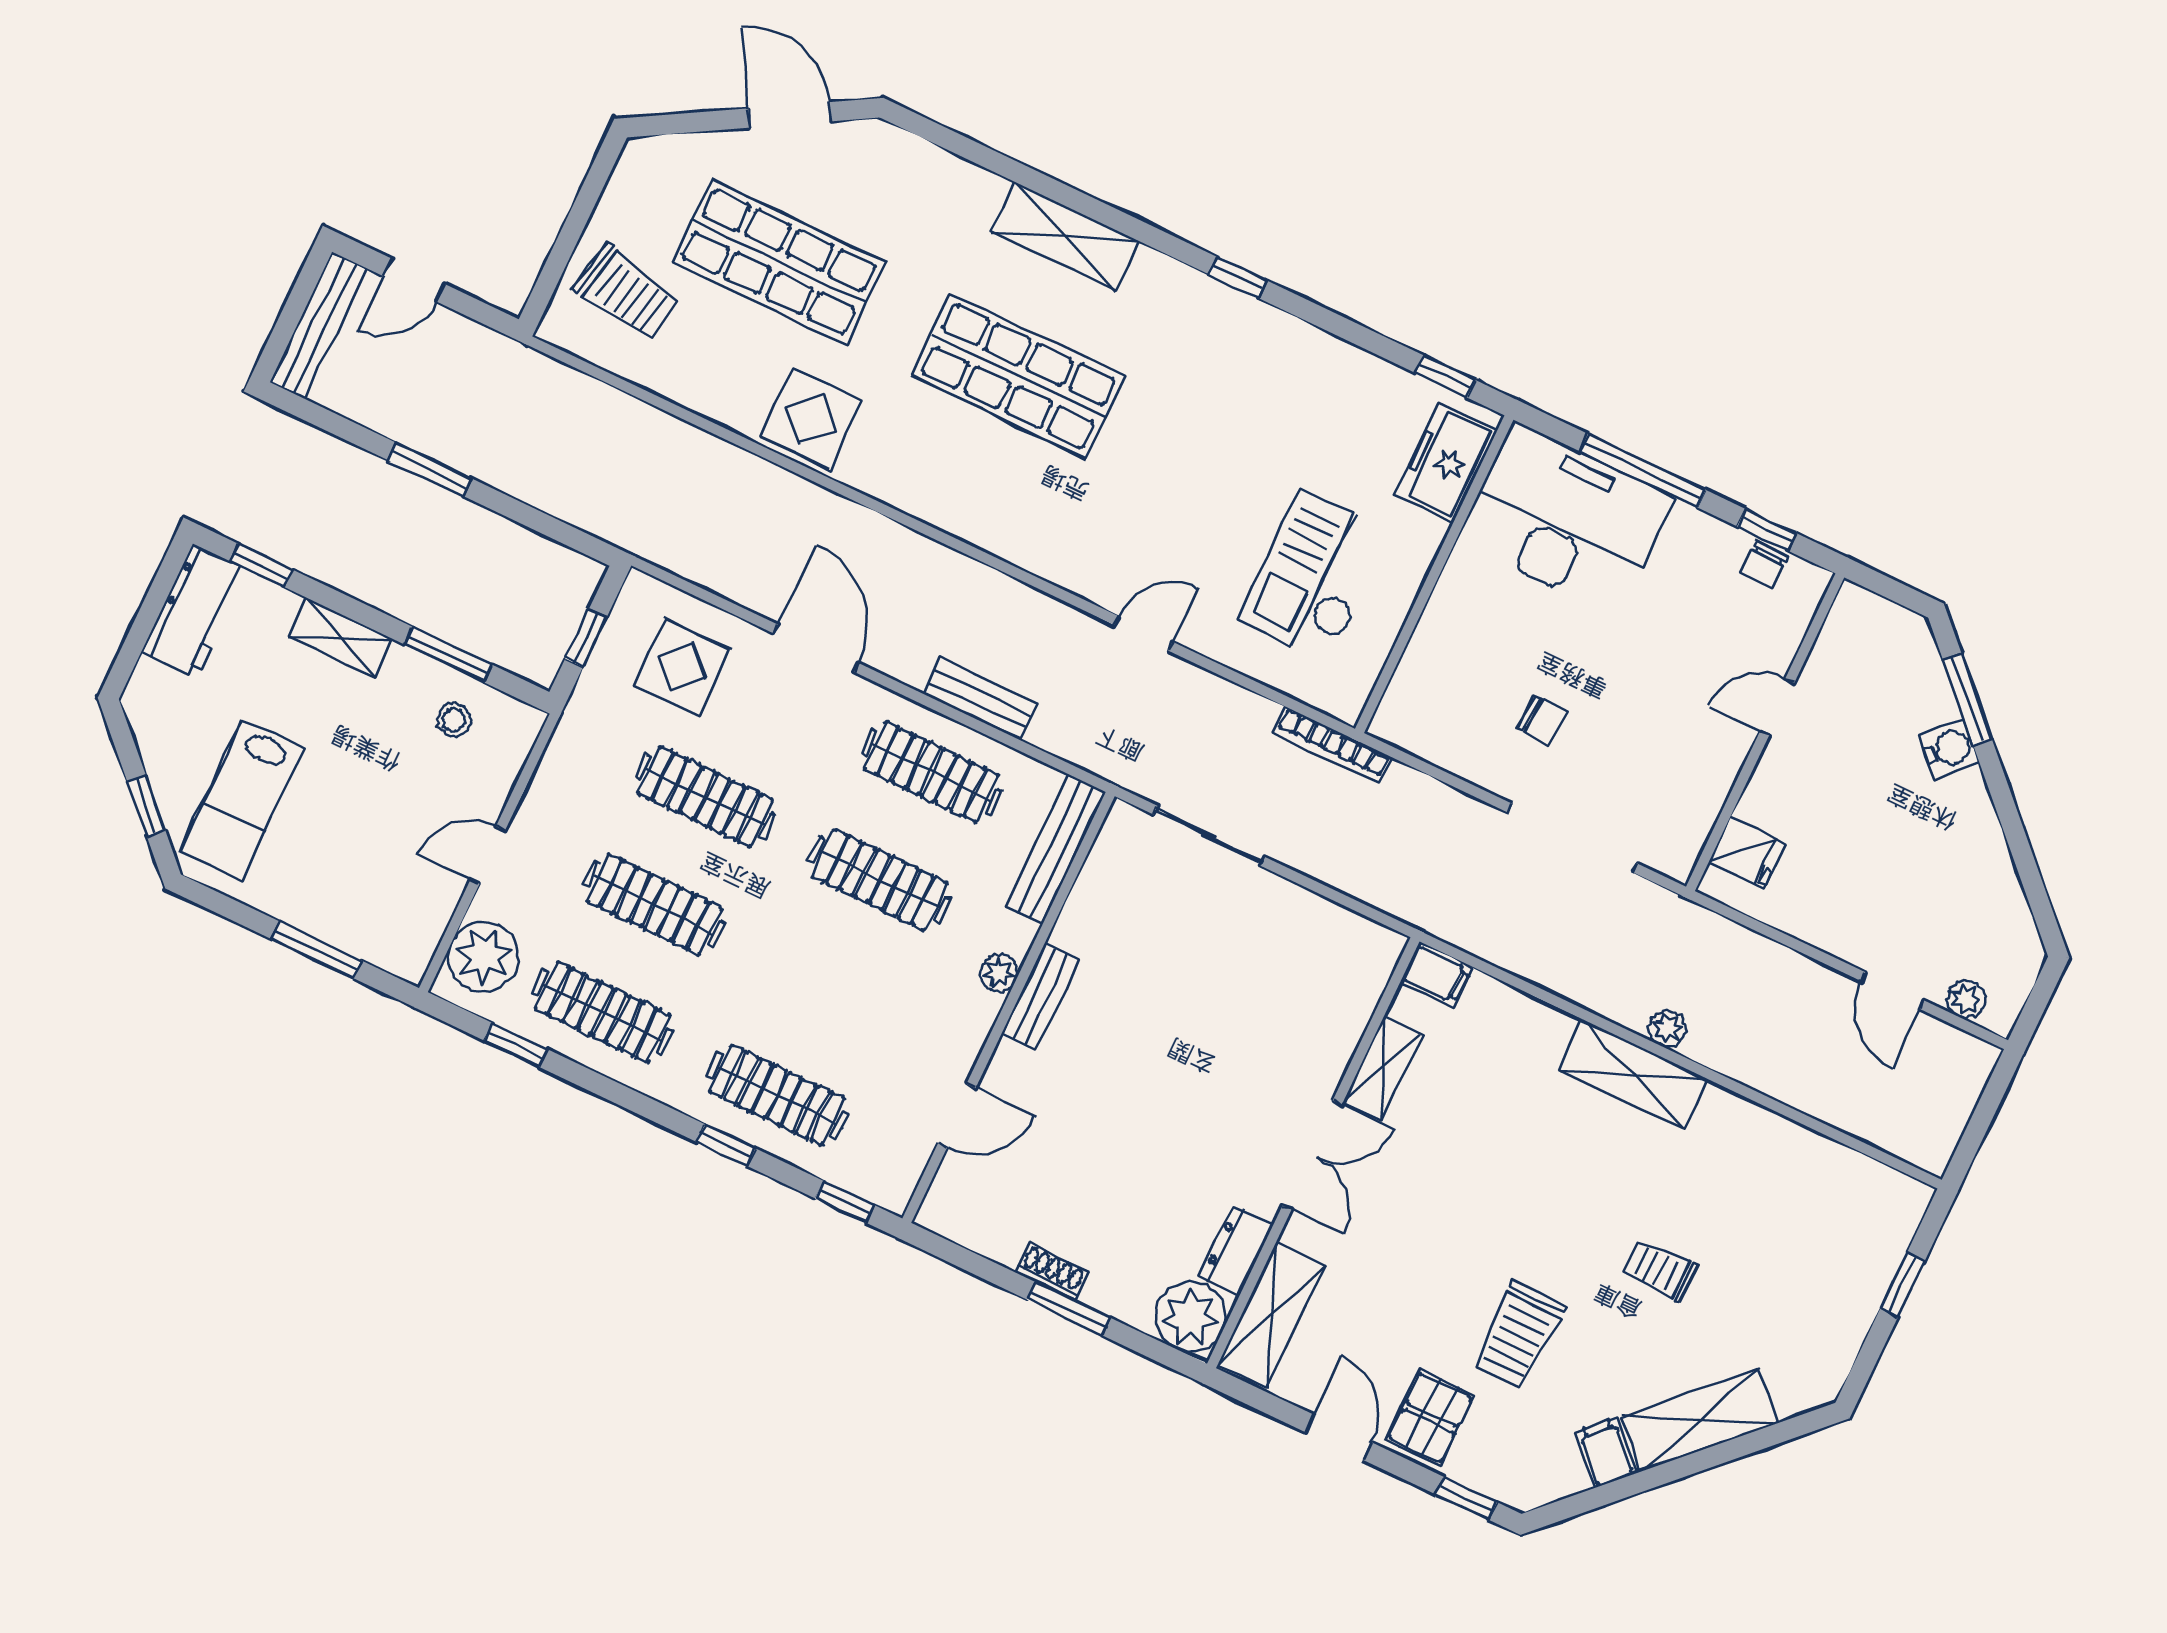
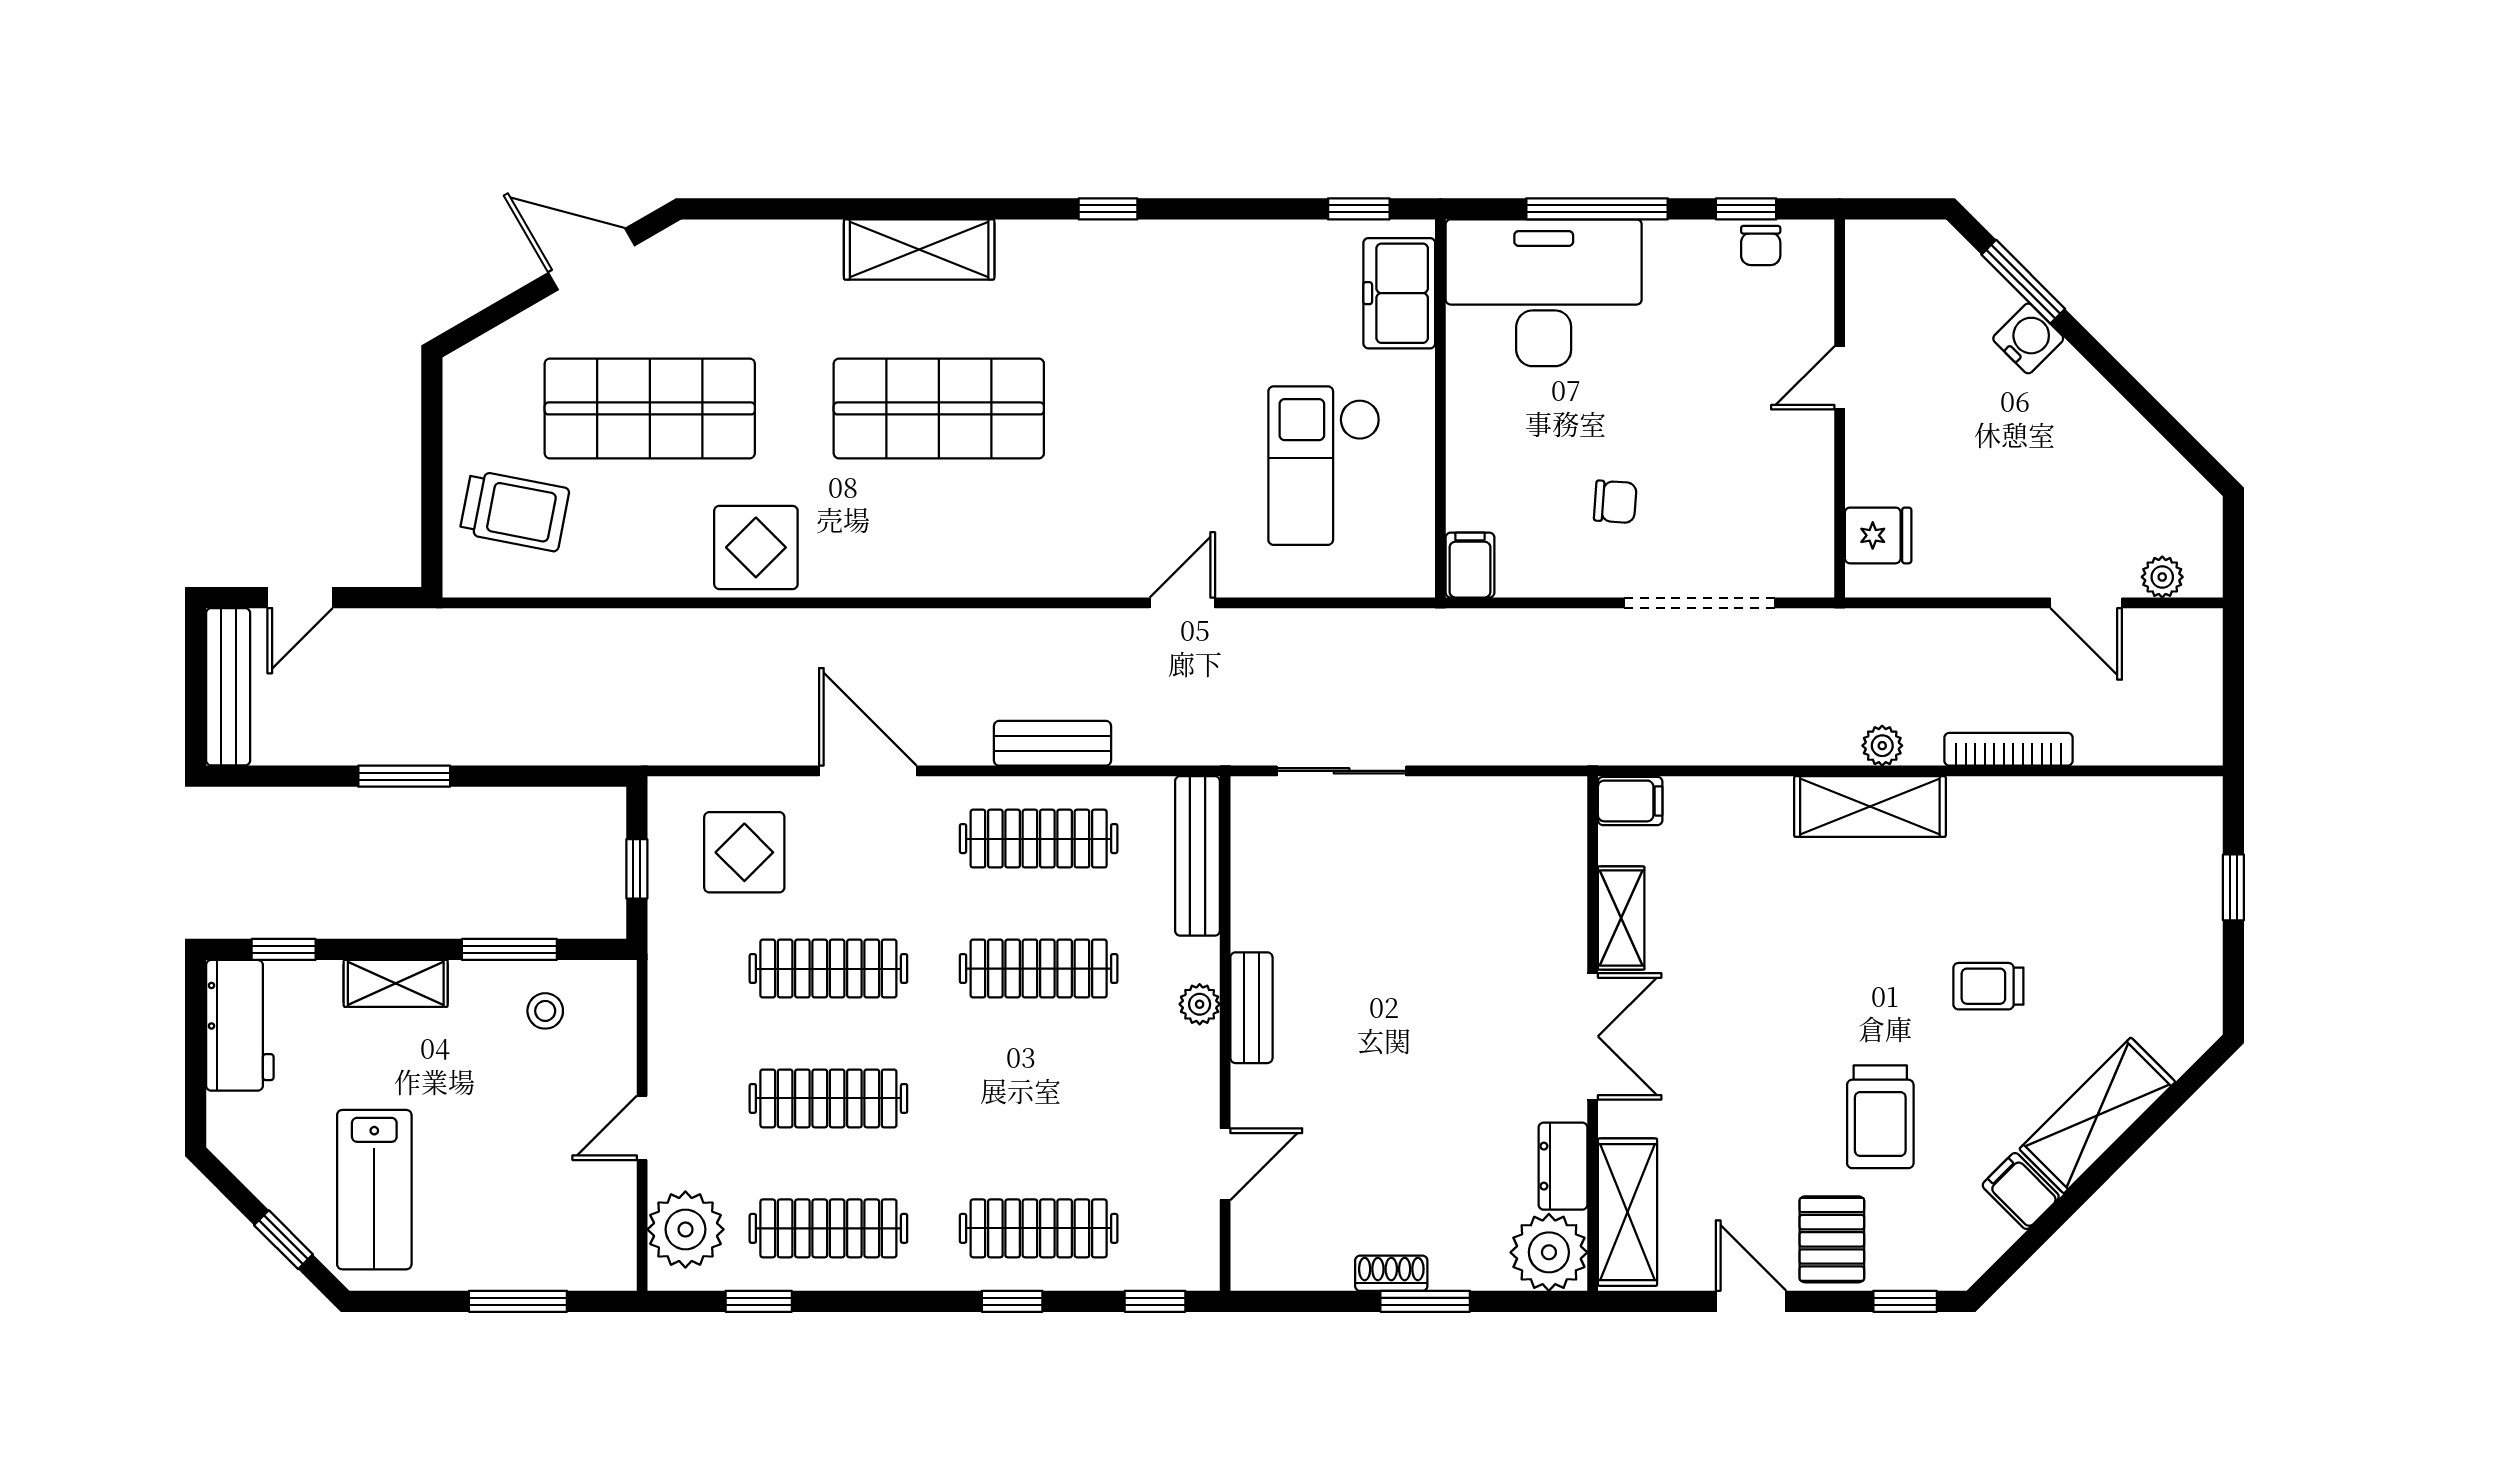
filing cabinet: (1397, 716) -> (1470, 565), added
bookcase: (1332, 745) -> (2008, 749), moved, turned 180

